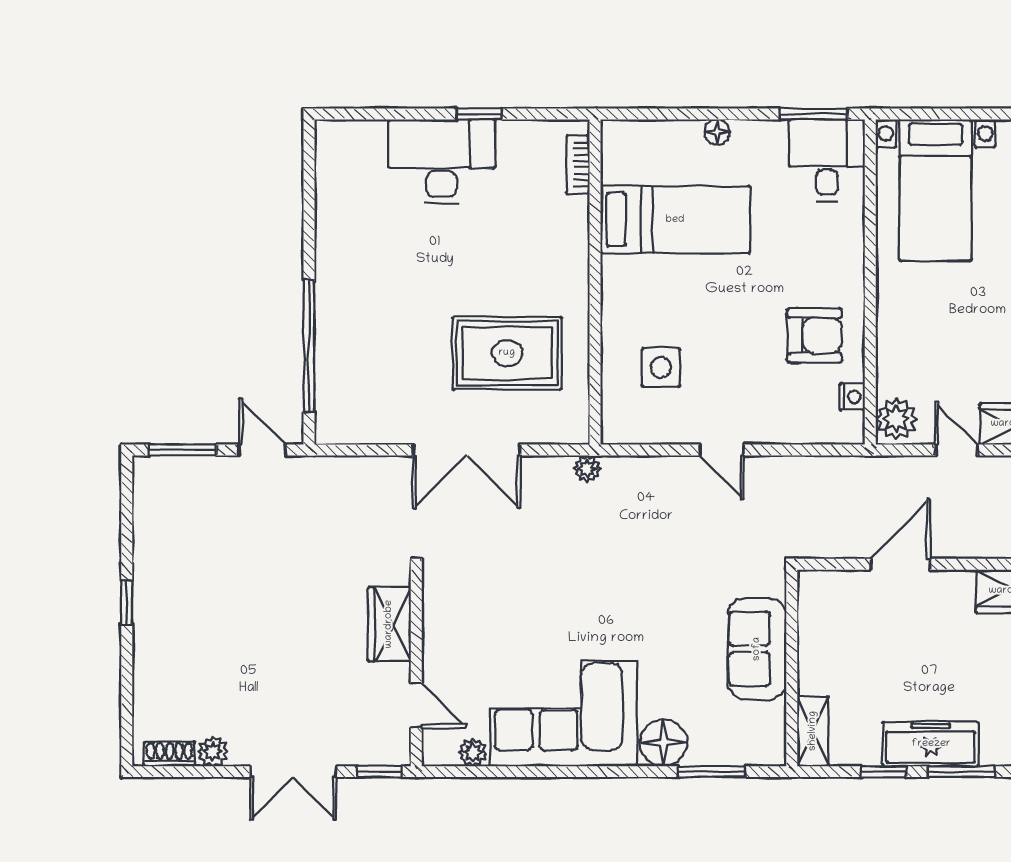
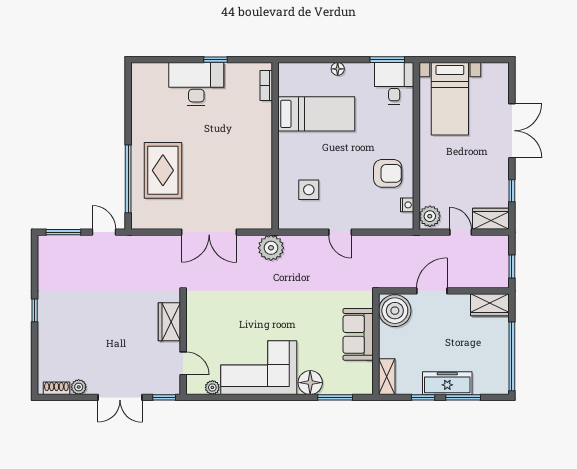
rug: (507, 353) -> (163, 170), moved, turned 90
plant: (587, 469) -> (271, 248), width x1.87, depth x1.87
boiler: (828, 603) -> (395, 311), added

